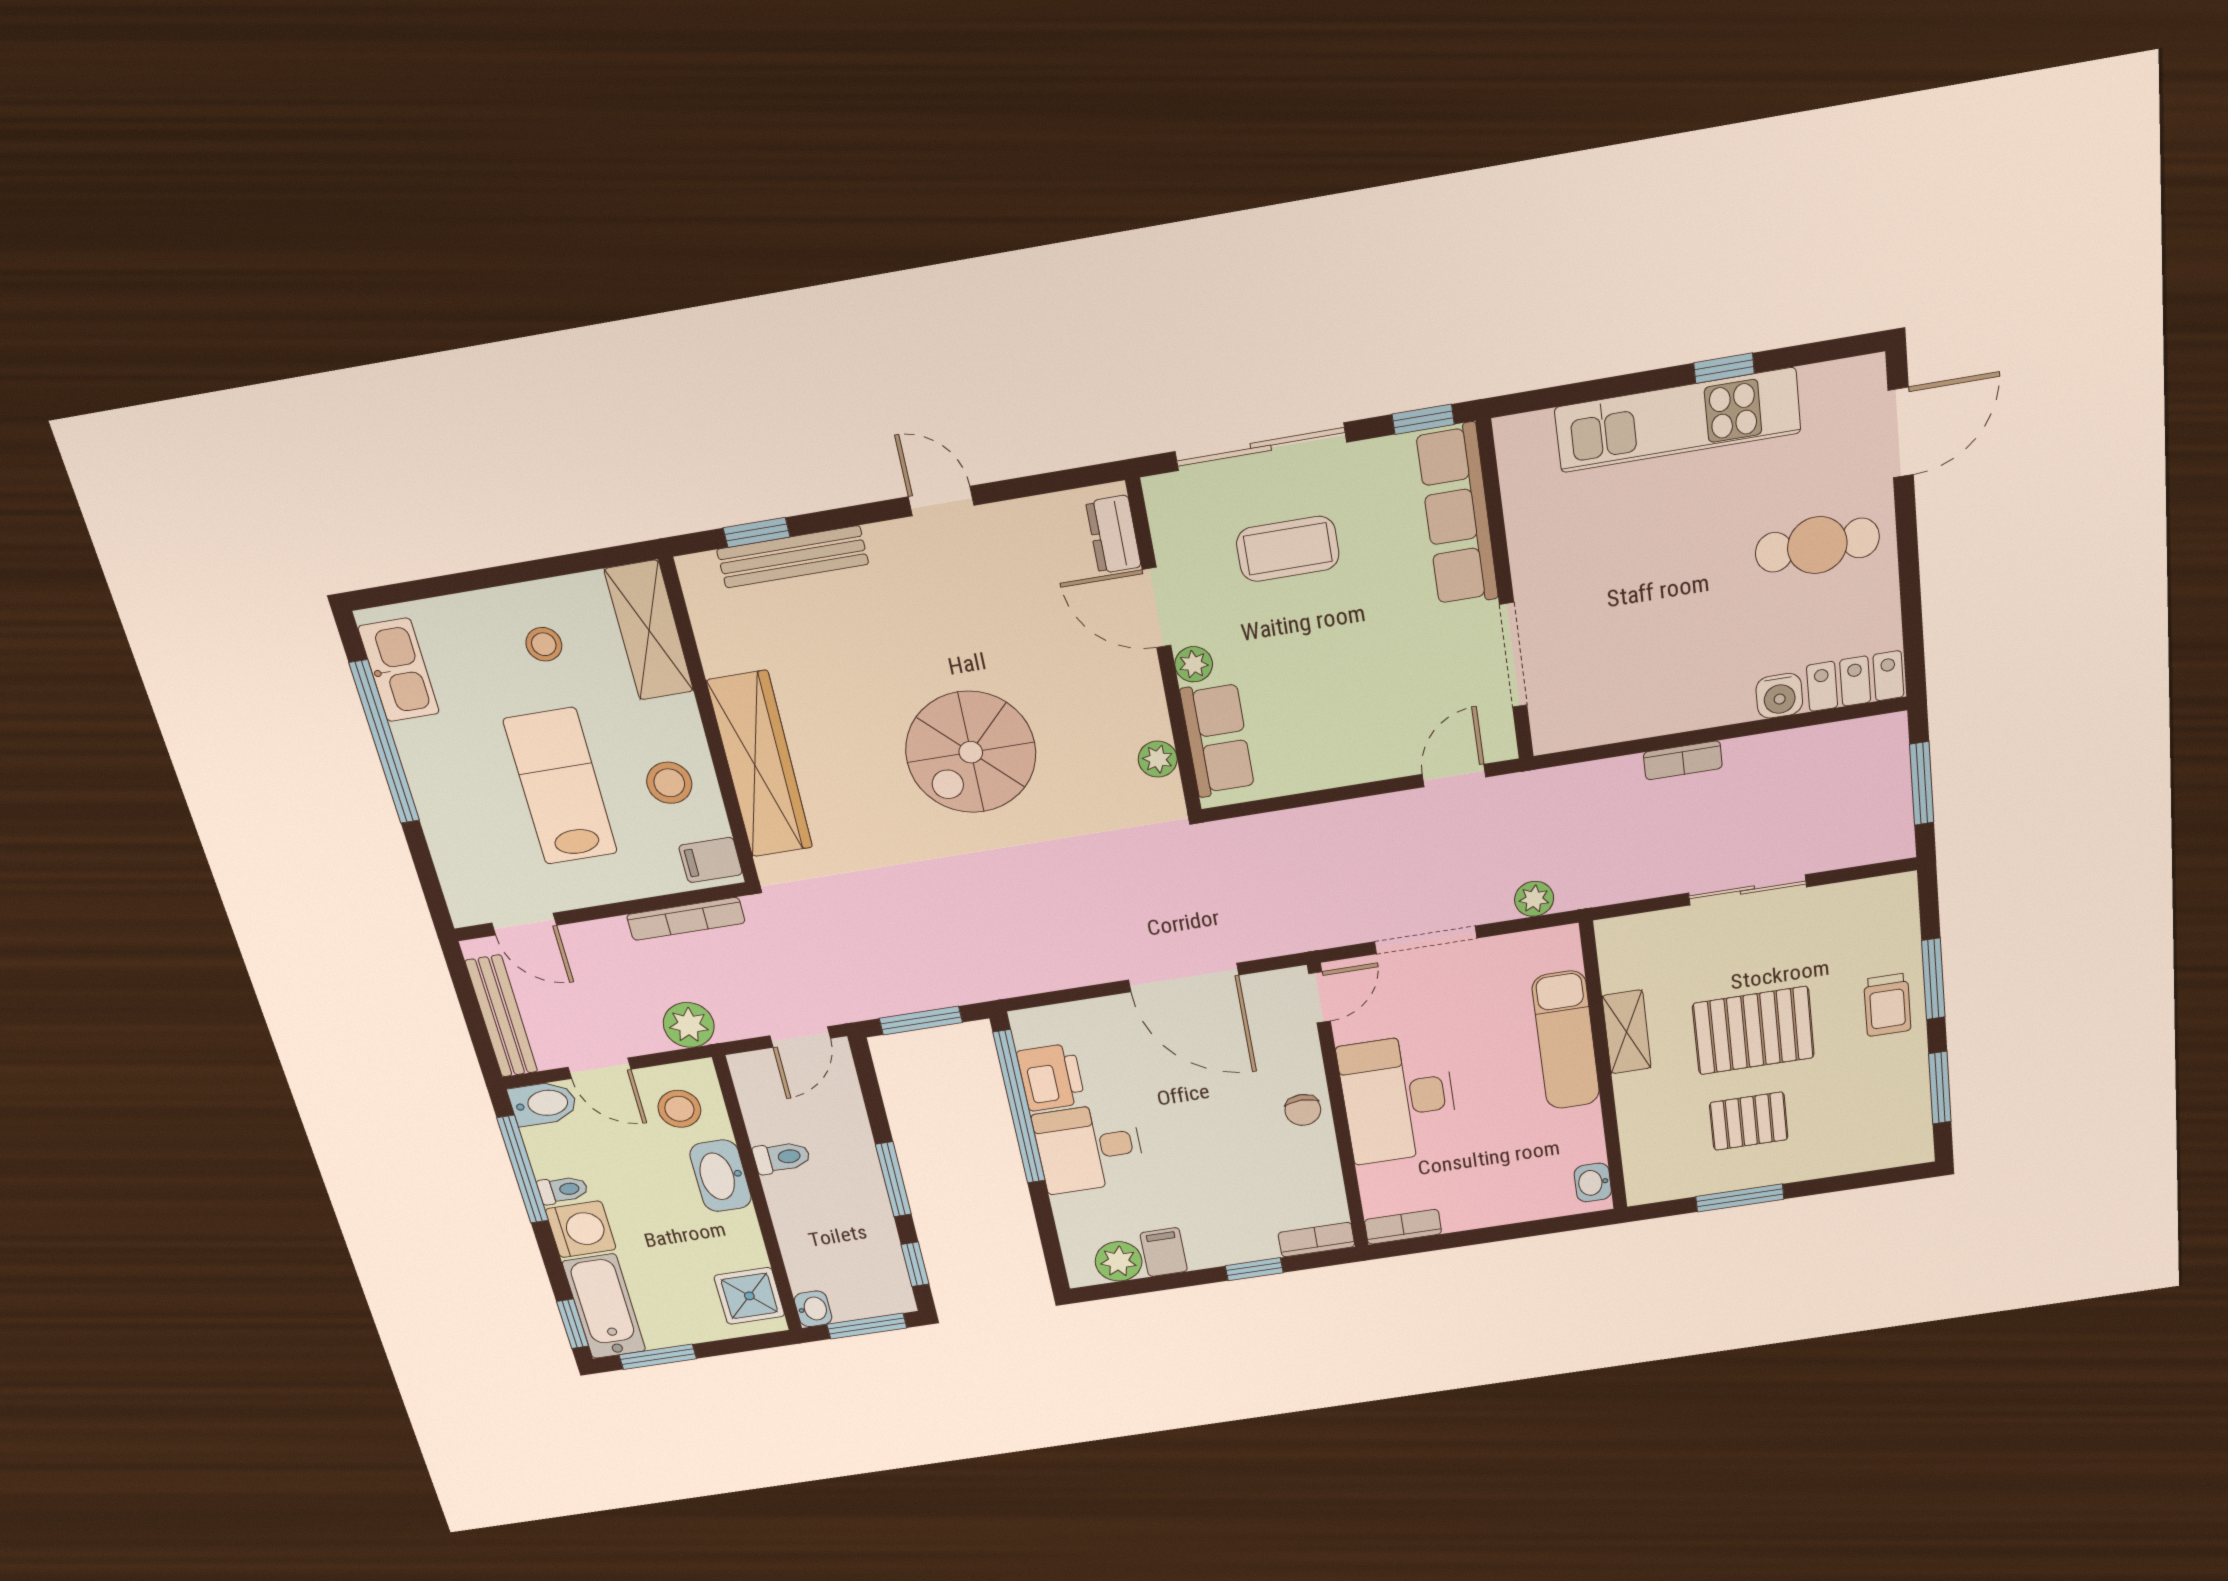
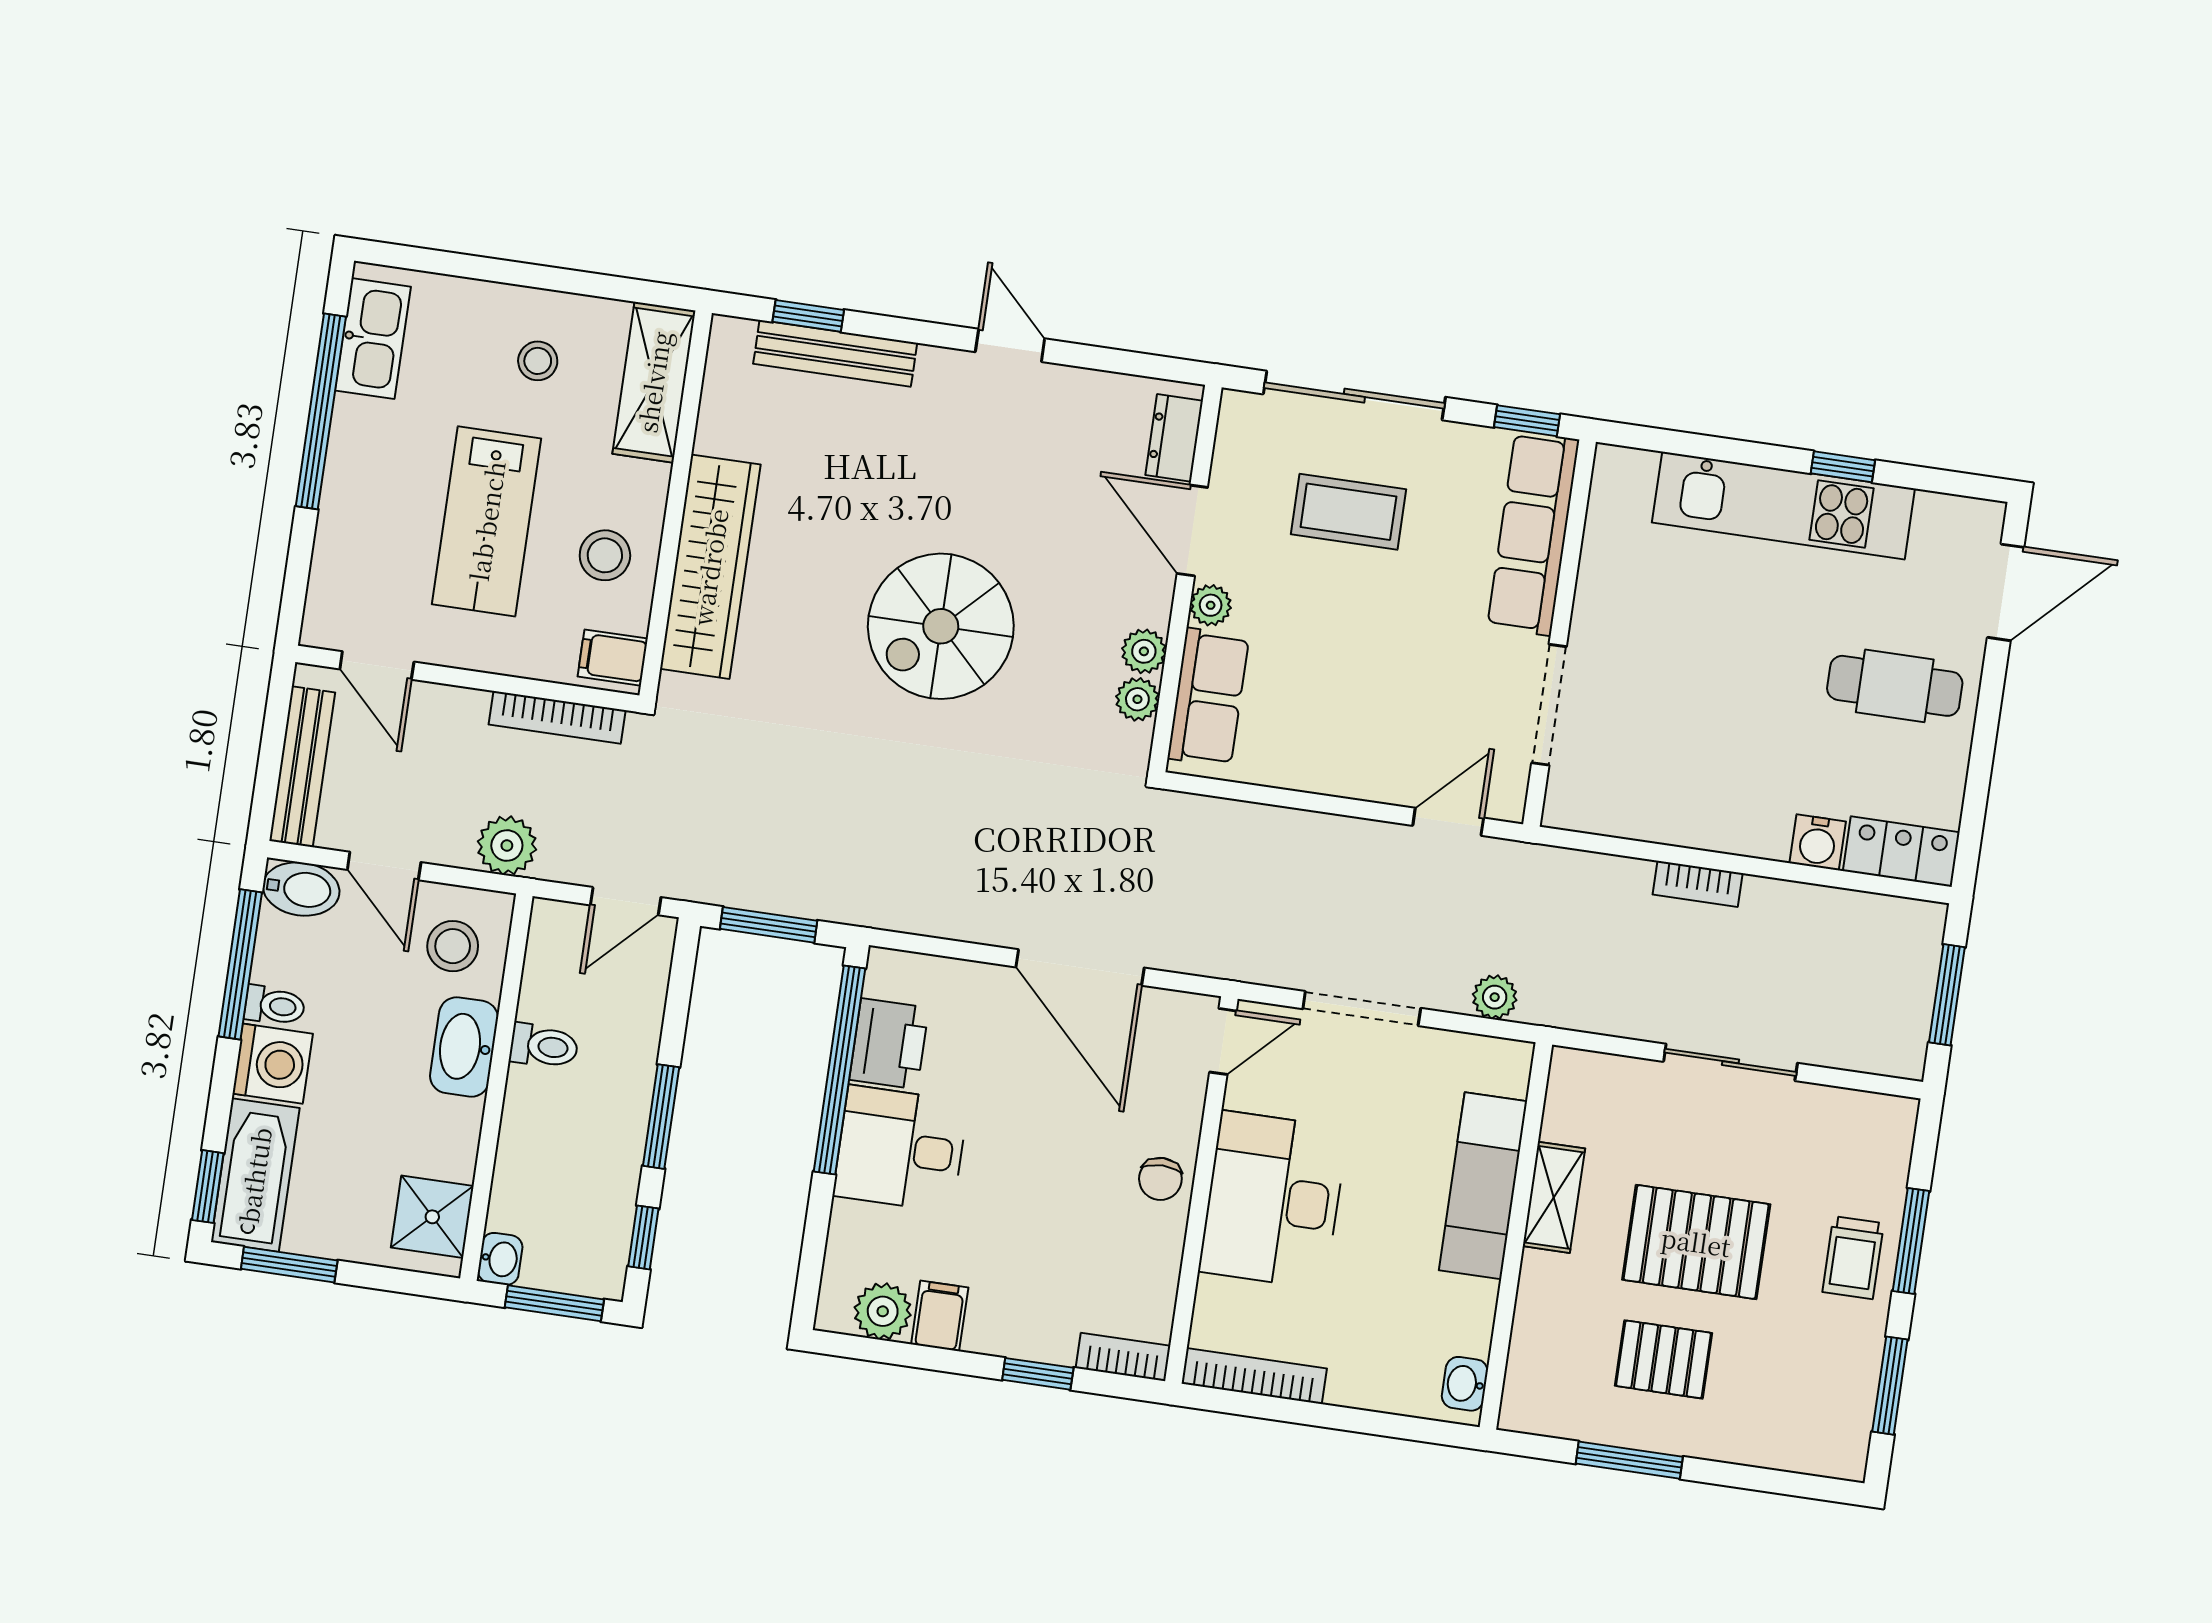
plant: (1150, 719) -> (1144, 651), added
lab bench: (561, 786) -> (487, 521), turned 180
bookcase: (1403, 1227) -> (1254, 1376), width x1.56

